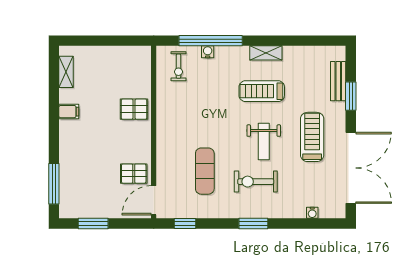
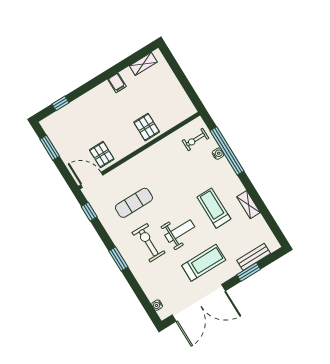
shelving: (266, 53) -> (248, 205), moved
weight bench: (264, 142) -> (180, 231), turned 180
window: (54, 184) -> (60, 103), width x0.46
water cooler: (312, 213) -> (157, 305), moved

